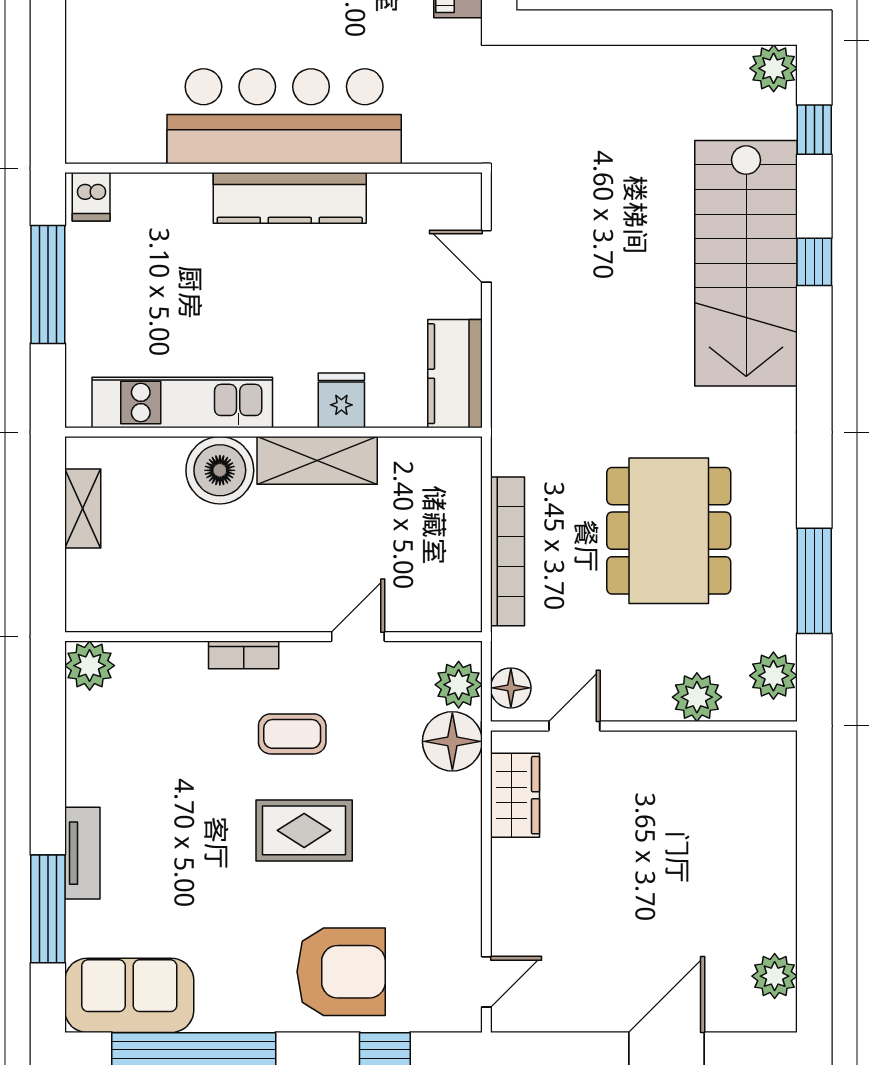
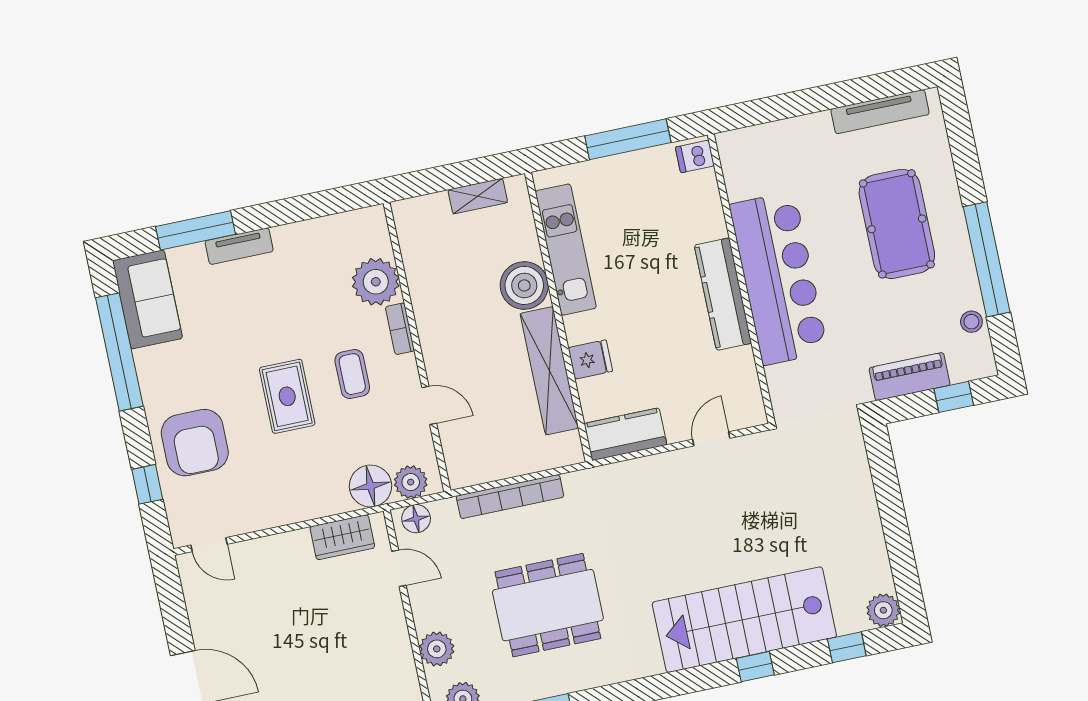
shelving: (317, 460) -> (549, 371), width x1.47
plant: (90, 666) -> (376, 282), moved, width x1.36, depth x1.36

